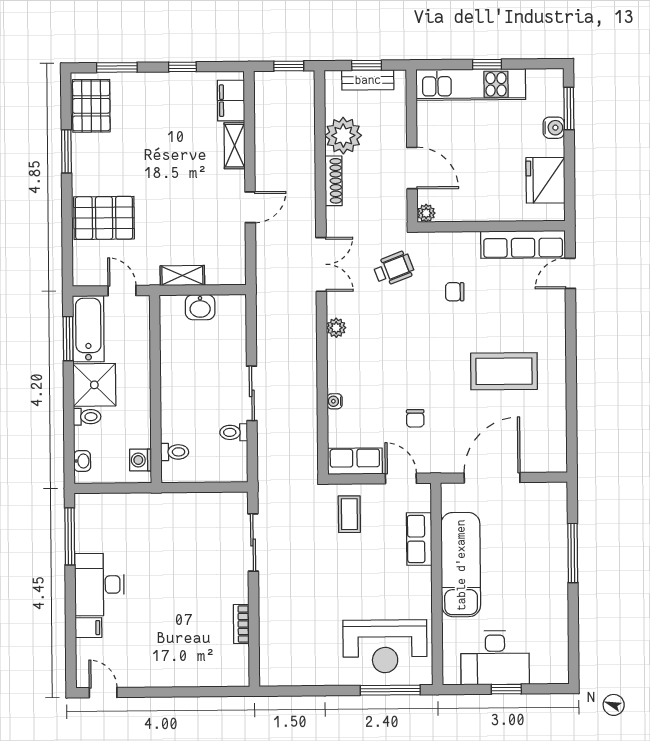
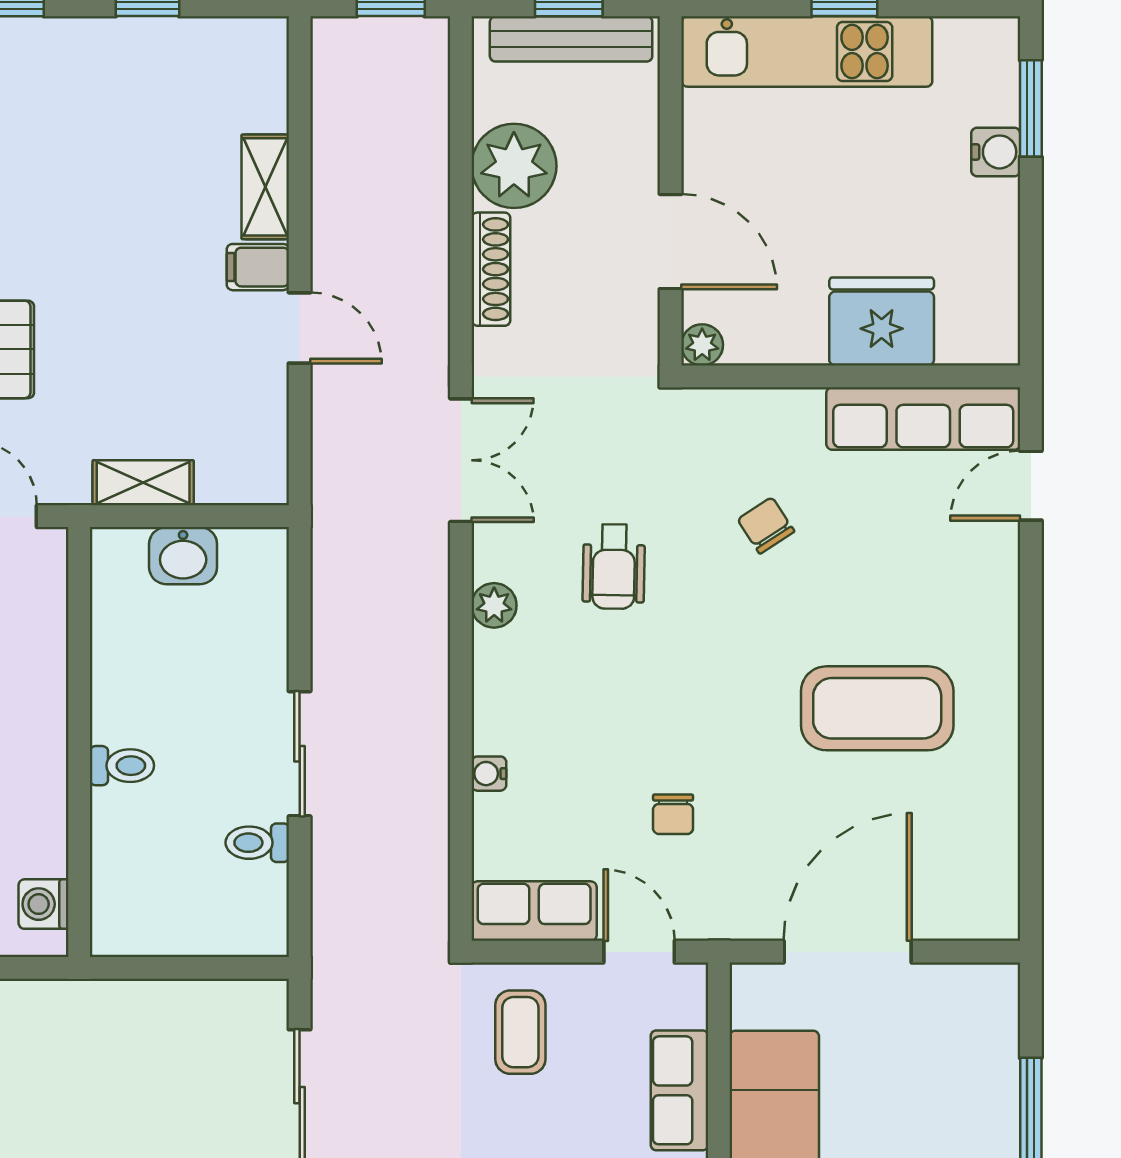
bench: (368, 80) -> (571, 39), width x1.36
filing cabinet: (231, 101) -> (258, 267), moved, width x0.50
fridge: (545, 180) -> (882, 321), moved, turned 90
door: (250, 207) -> (300, 328), hinge flipped
wheelchair: (394, 269) -> (614, 567), moved, turned 112
chair: (455, 292) -> (766, 525), turned 57
toilet: (175, 452) -> (122, 766), moved

